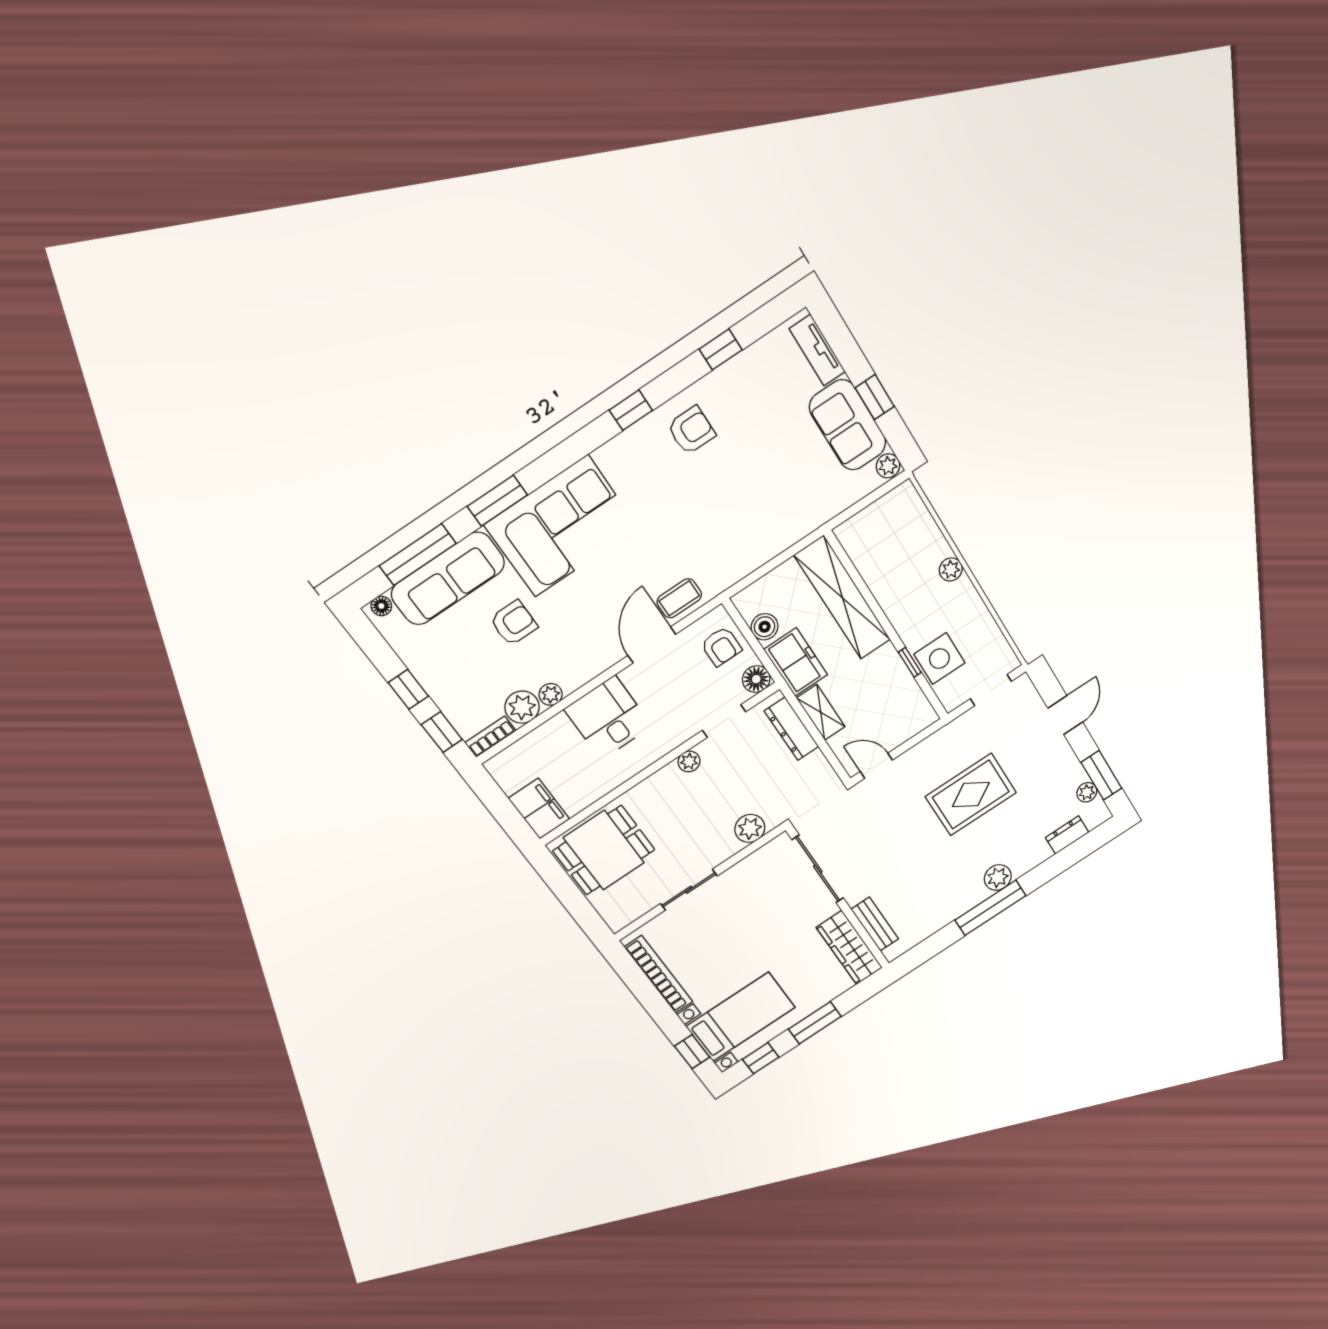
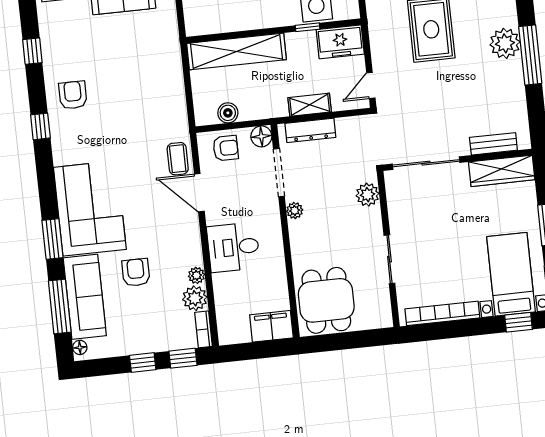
freezer: (796, 662) -> (340, 42), moved, turned 180
doorway: (724, 721) -> (279, 173), width x1.38
plant: (998, 877) -> (505, 43), width x1.36, depth x1.36

